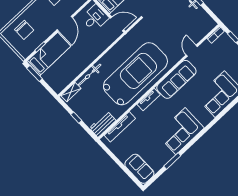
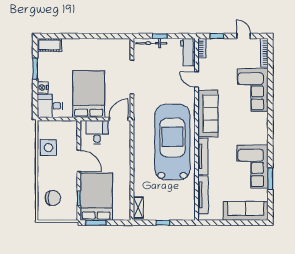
bed: (49, 54) -> (96, 197), width x1.50
bicycle: (90, 75) -> (138, 179), removed
tv unit: (149, 99) -> (203, 156), width x1.41
workbench: (103, 124) -> (188, 52), moved
corner sofa: (181, 131) -> (253, 166), moved
sofa: (139, 169) -> (246, 211), width x1.36

